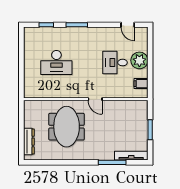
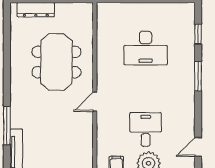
desk: (56, 63) -> (146, 48), turned -90
meeting table: (67, 127) -> (56, 62), turned 90

